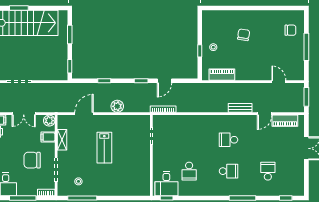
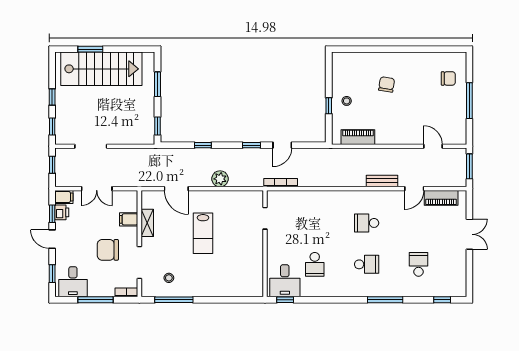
door: (84, 114) -> (176, 189), swing flipped
plant: (49, 121) -> (130, 198), removed

